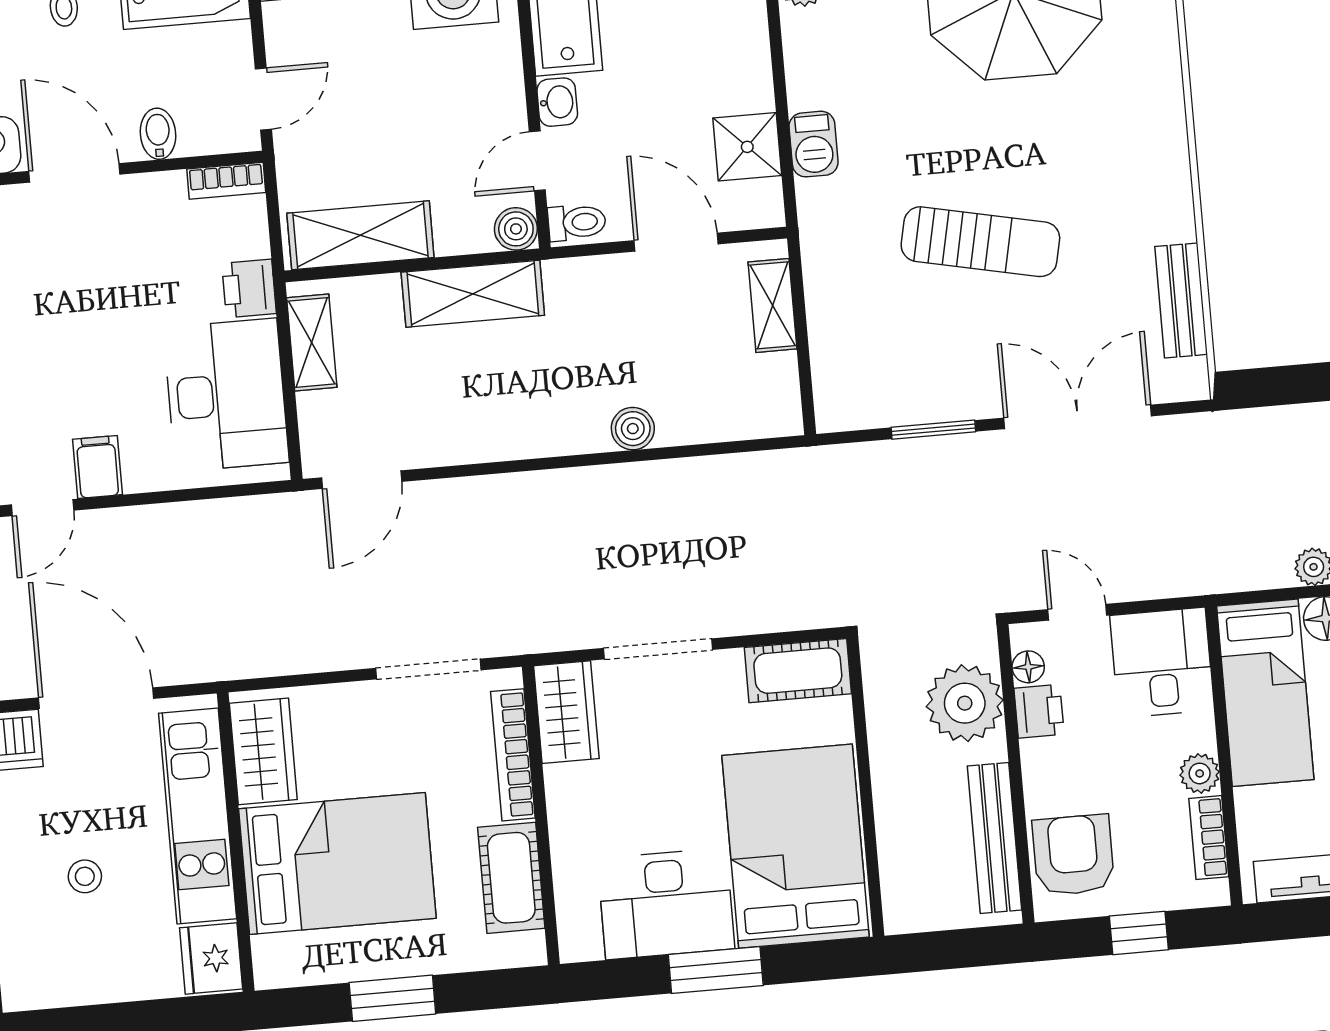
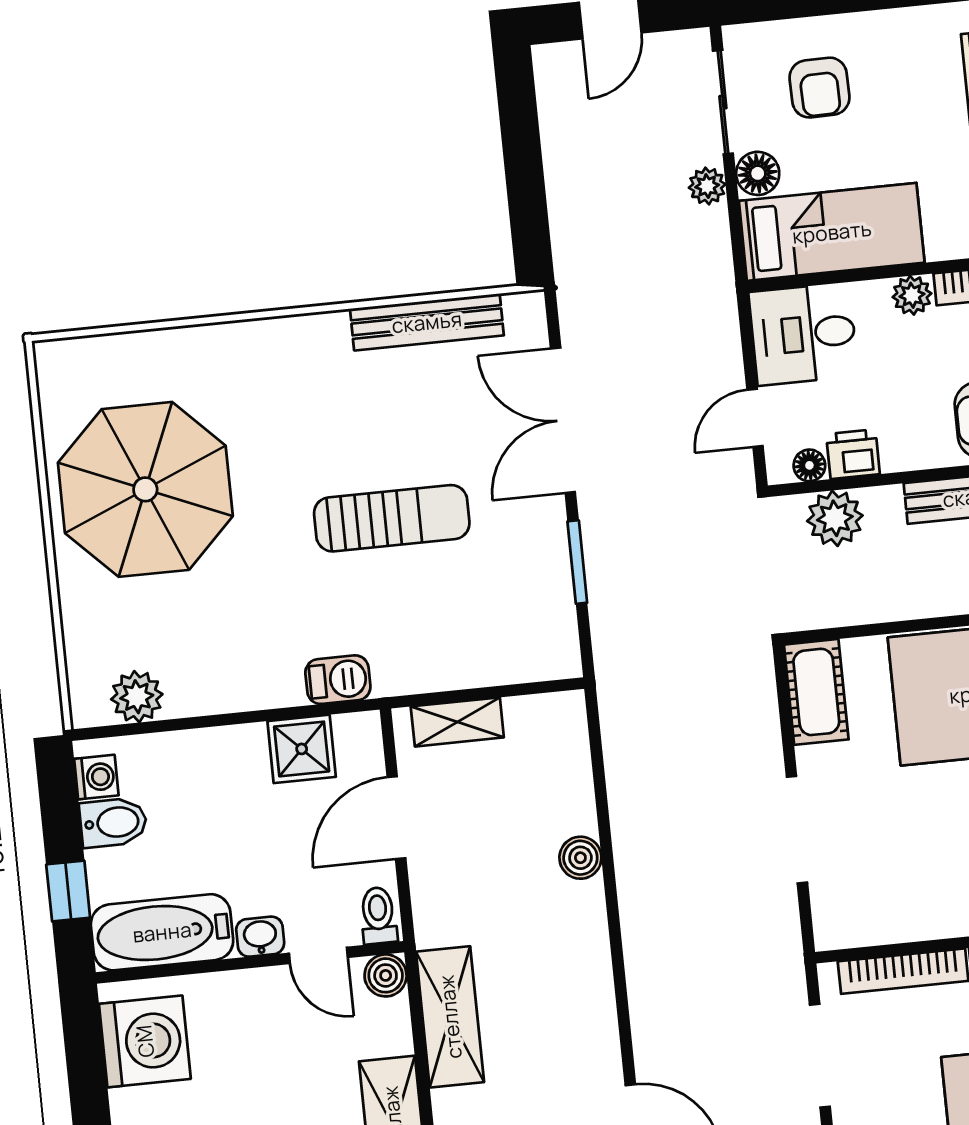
barbecue: (814, 144) -> (338, 680), moved
sun lounger: (980, 242) -> (392, 518), turned 78
bench: (1181, 300) -> (427, 322), width x1.36
plant: (965, 703) -> (835, 518), width x0.73, depth x0.73
wardrobe: (566, 712) -> (860, 919), removed

